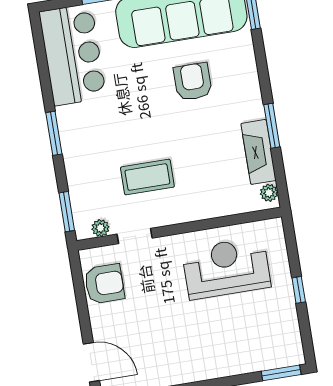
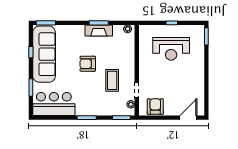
armchair: (193, 82) -> (88, 64), moved
fireplace: (258, 152) -> (99, 31), moved
reception desk: (226, 268) -> (171, 49), moved, turned -90

